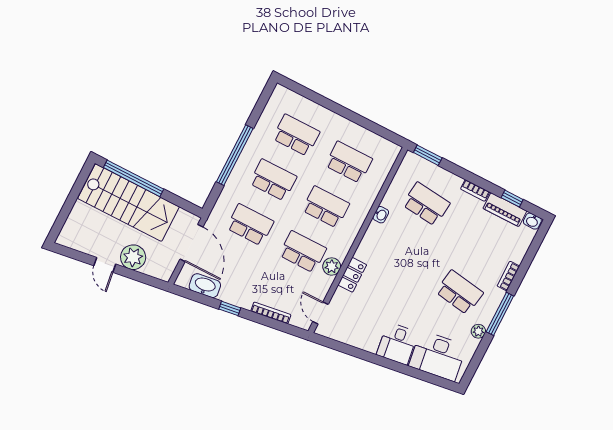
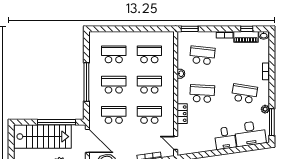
window: (134, 178) -> (56, 122), moved
school desk: (397, 260) -> (202, 94), added
plant: (332, 267) -> (169, 115), removed
window: (500, 314) -> (272, 122), moved

